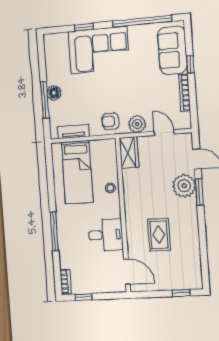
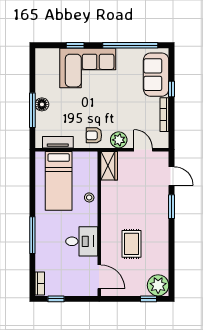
plant: (184, 186) -> (158, 285), moved

